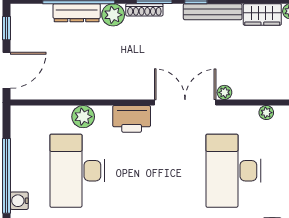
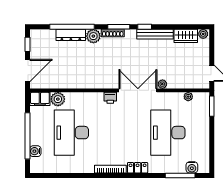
filing cabinet: (27, 116) -> (40, 99), added
plant: (83, 117) -> (58, 99), moved
printer: (132, 119) -> (110, 98), width x0.53, depth x0.68

